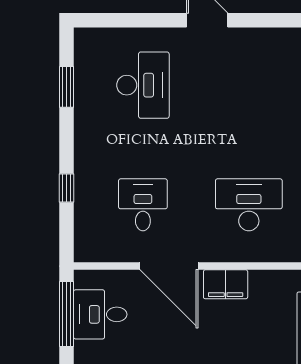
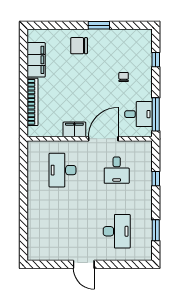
desk: (143, 85) -> (117, 231), turned 180
desk: (249, 205) -> (63, 170), turned 90
door: (169, 266) -> (103, 139), hinge flipped

